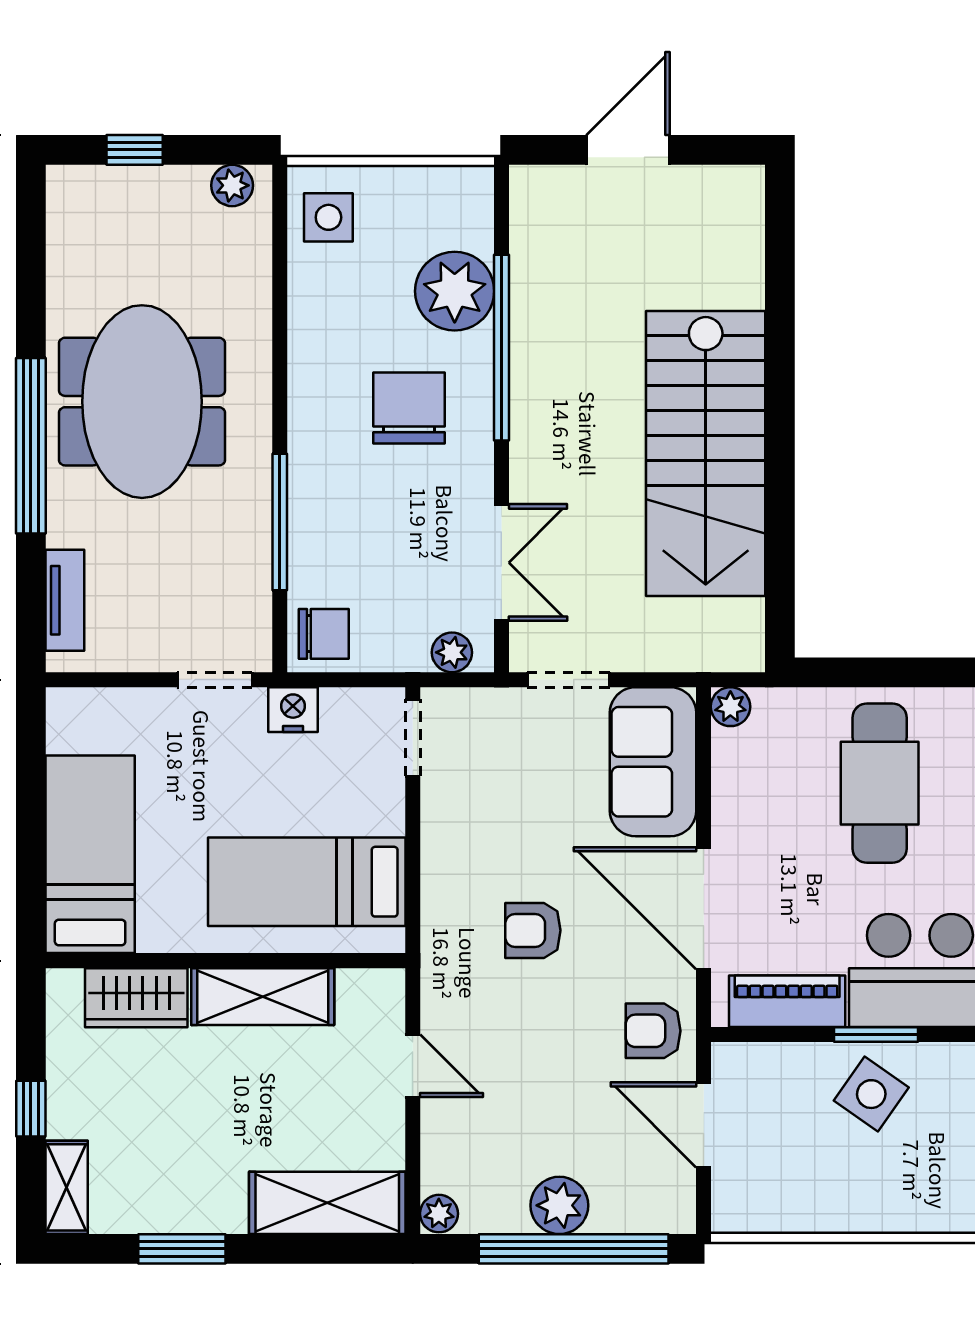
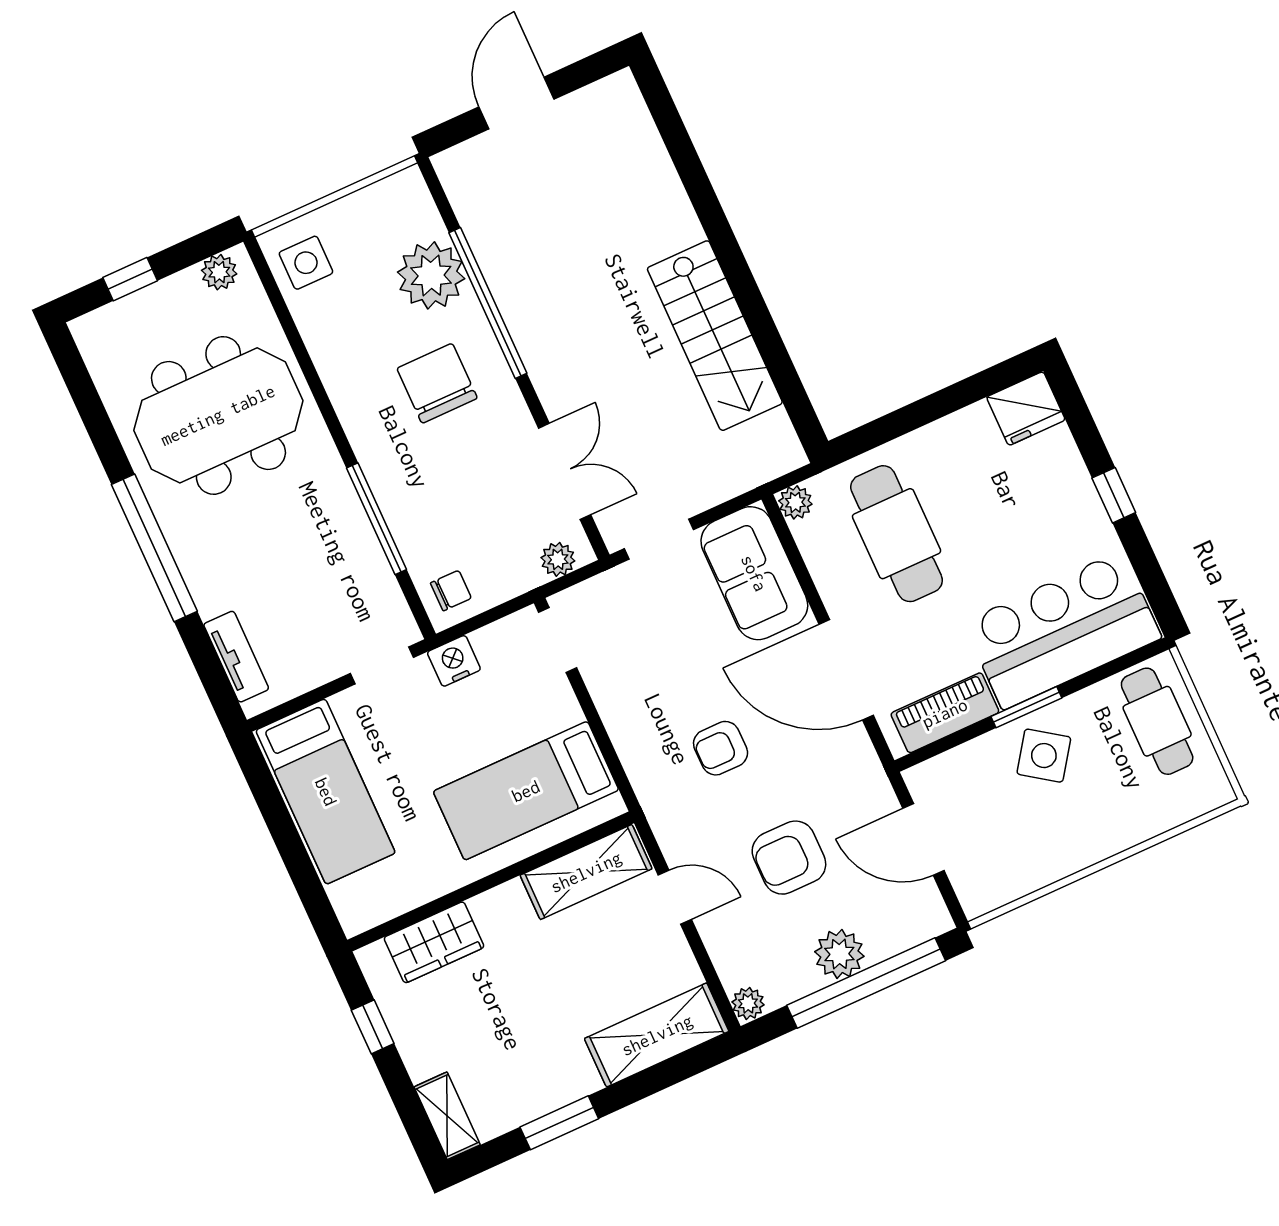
meeting table: (142, 402) -> (218, 415), moved, turned 90
stairs: (706, 453) -> (715, 336), width x0.73, depth x0.66
chair: (324, 634) -> (451, 591), width x0.73, depth x0.73
cafe table: (880, 783) -> (897, 534), moved
bed: (90, 854) -> (326, 792), moved, turned 180
shelving: (263, 997) -> (586, 872), moved
armchair: (653, 1031) -> (789, 858), moved, width x1.38, depth x1.38
window: (31, 1109) -> (373, 1027), moved

